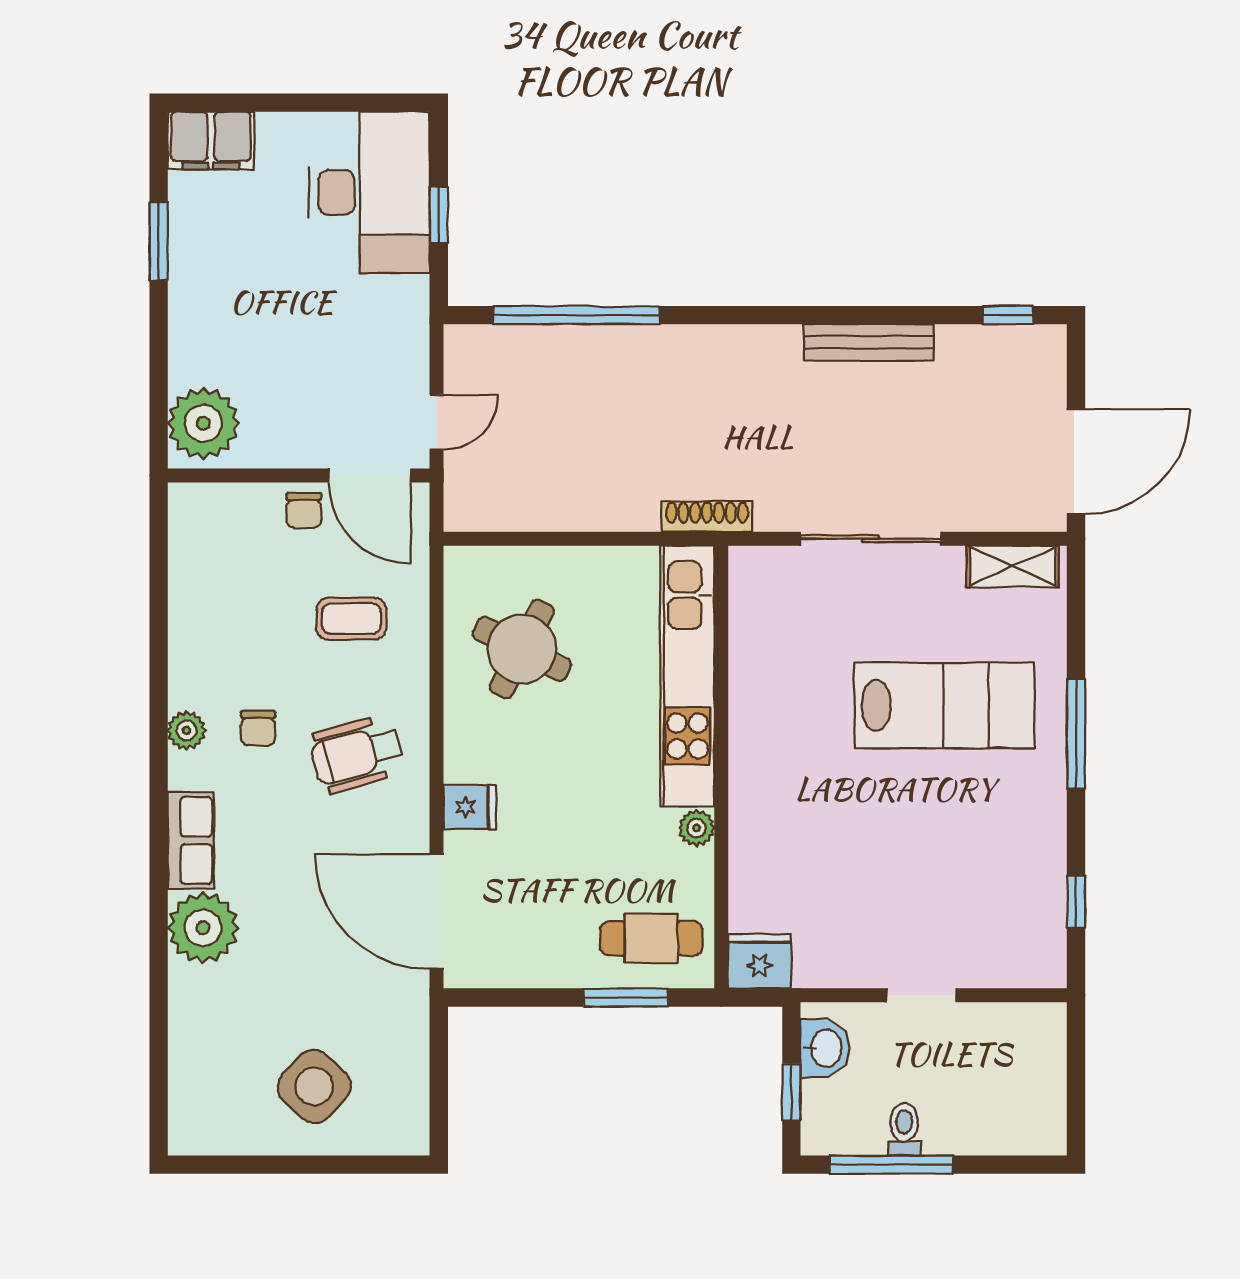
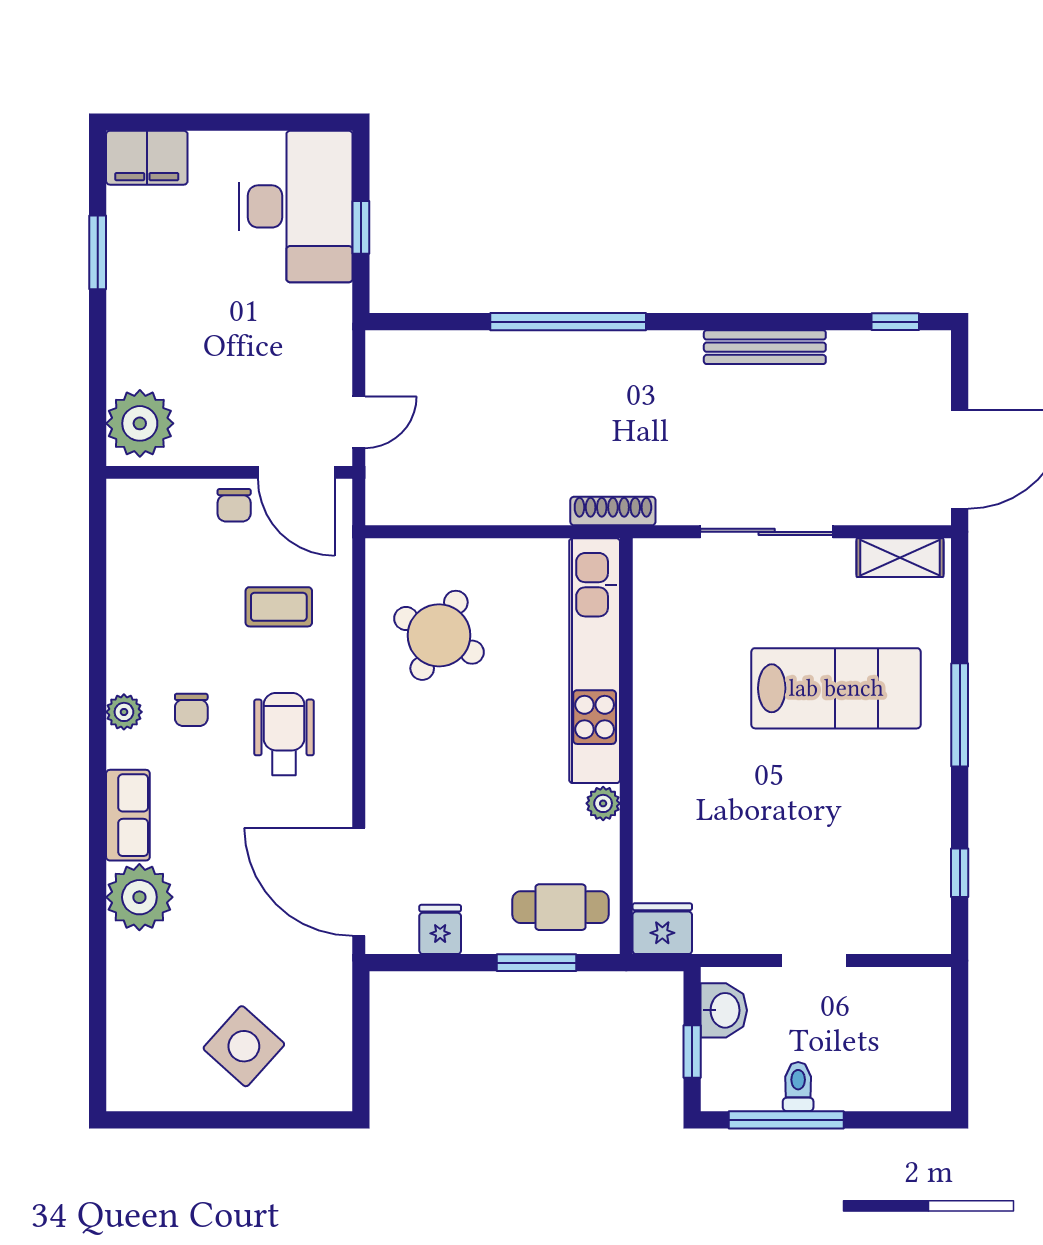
window: (577, 315) -> (568, 322), moved
wheelchair: (357, 754) -> (284, 734), turned 106
fridge: (470, 807) -> (440, 929), moved, turned -90

